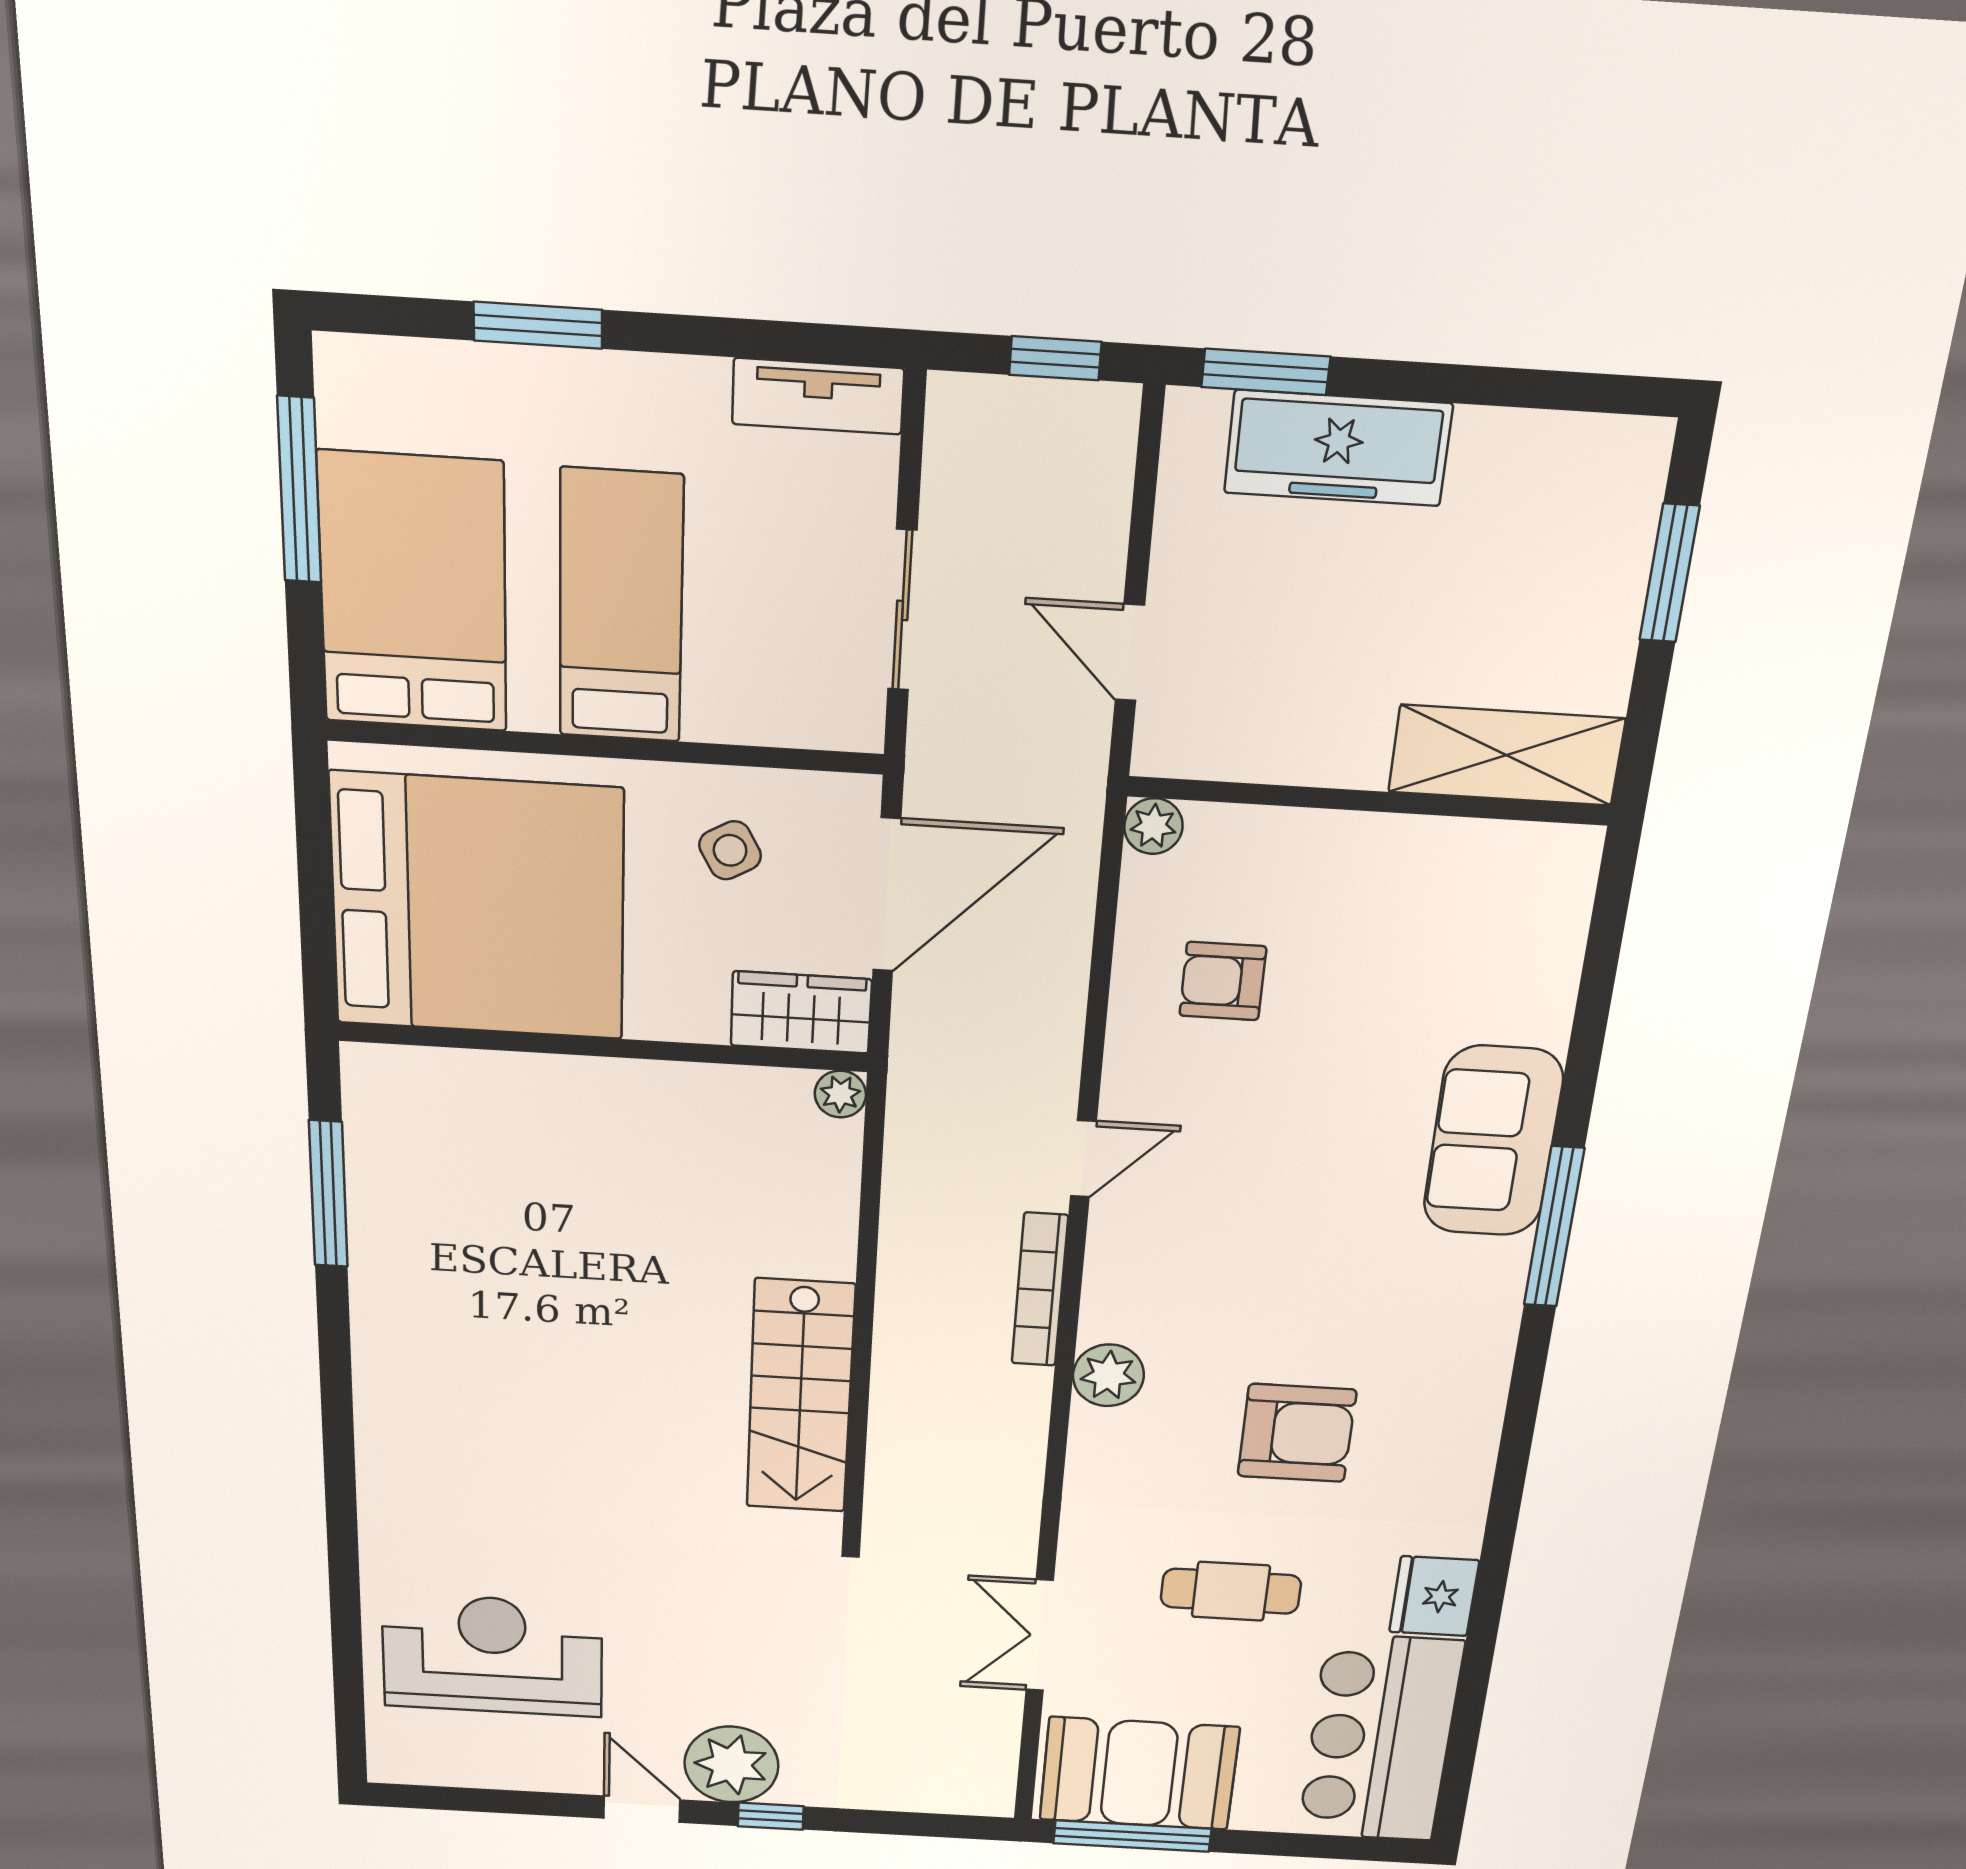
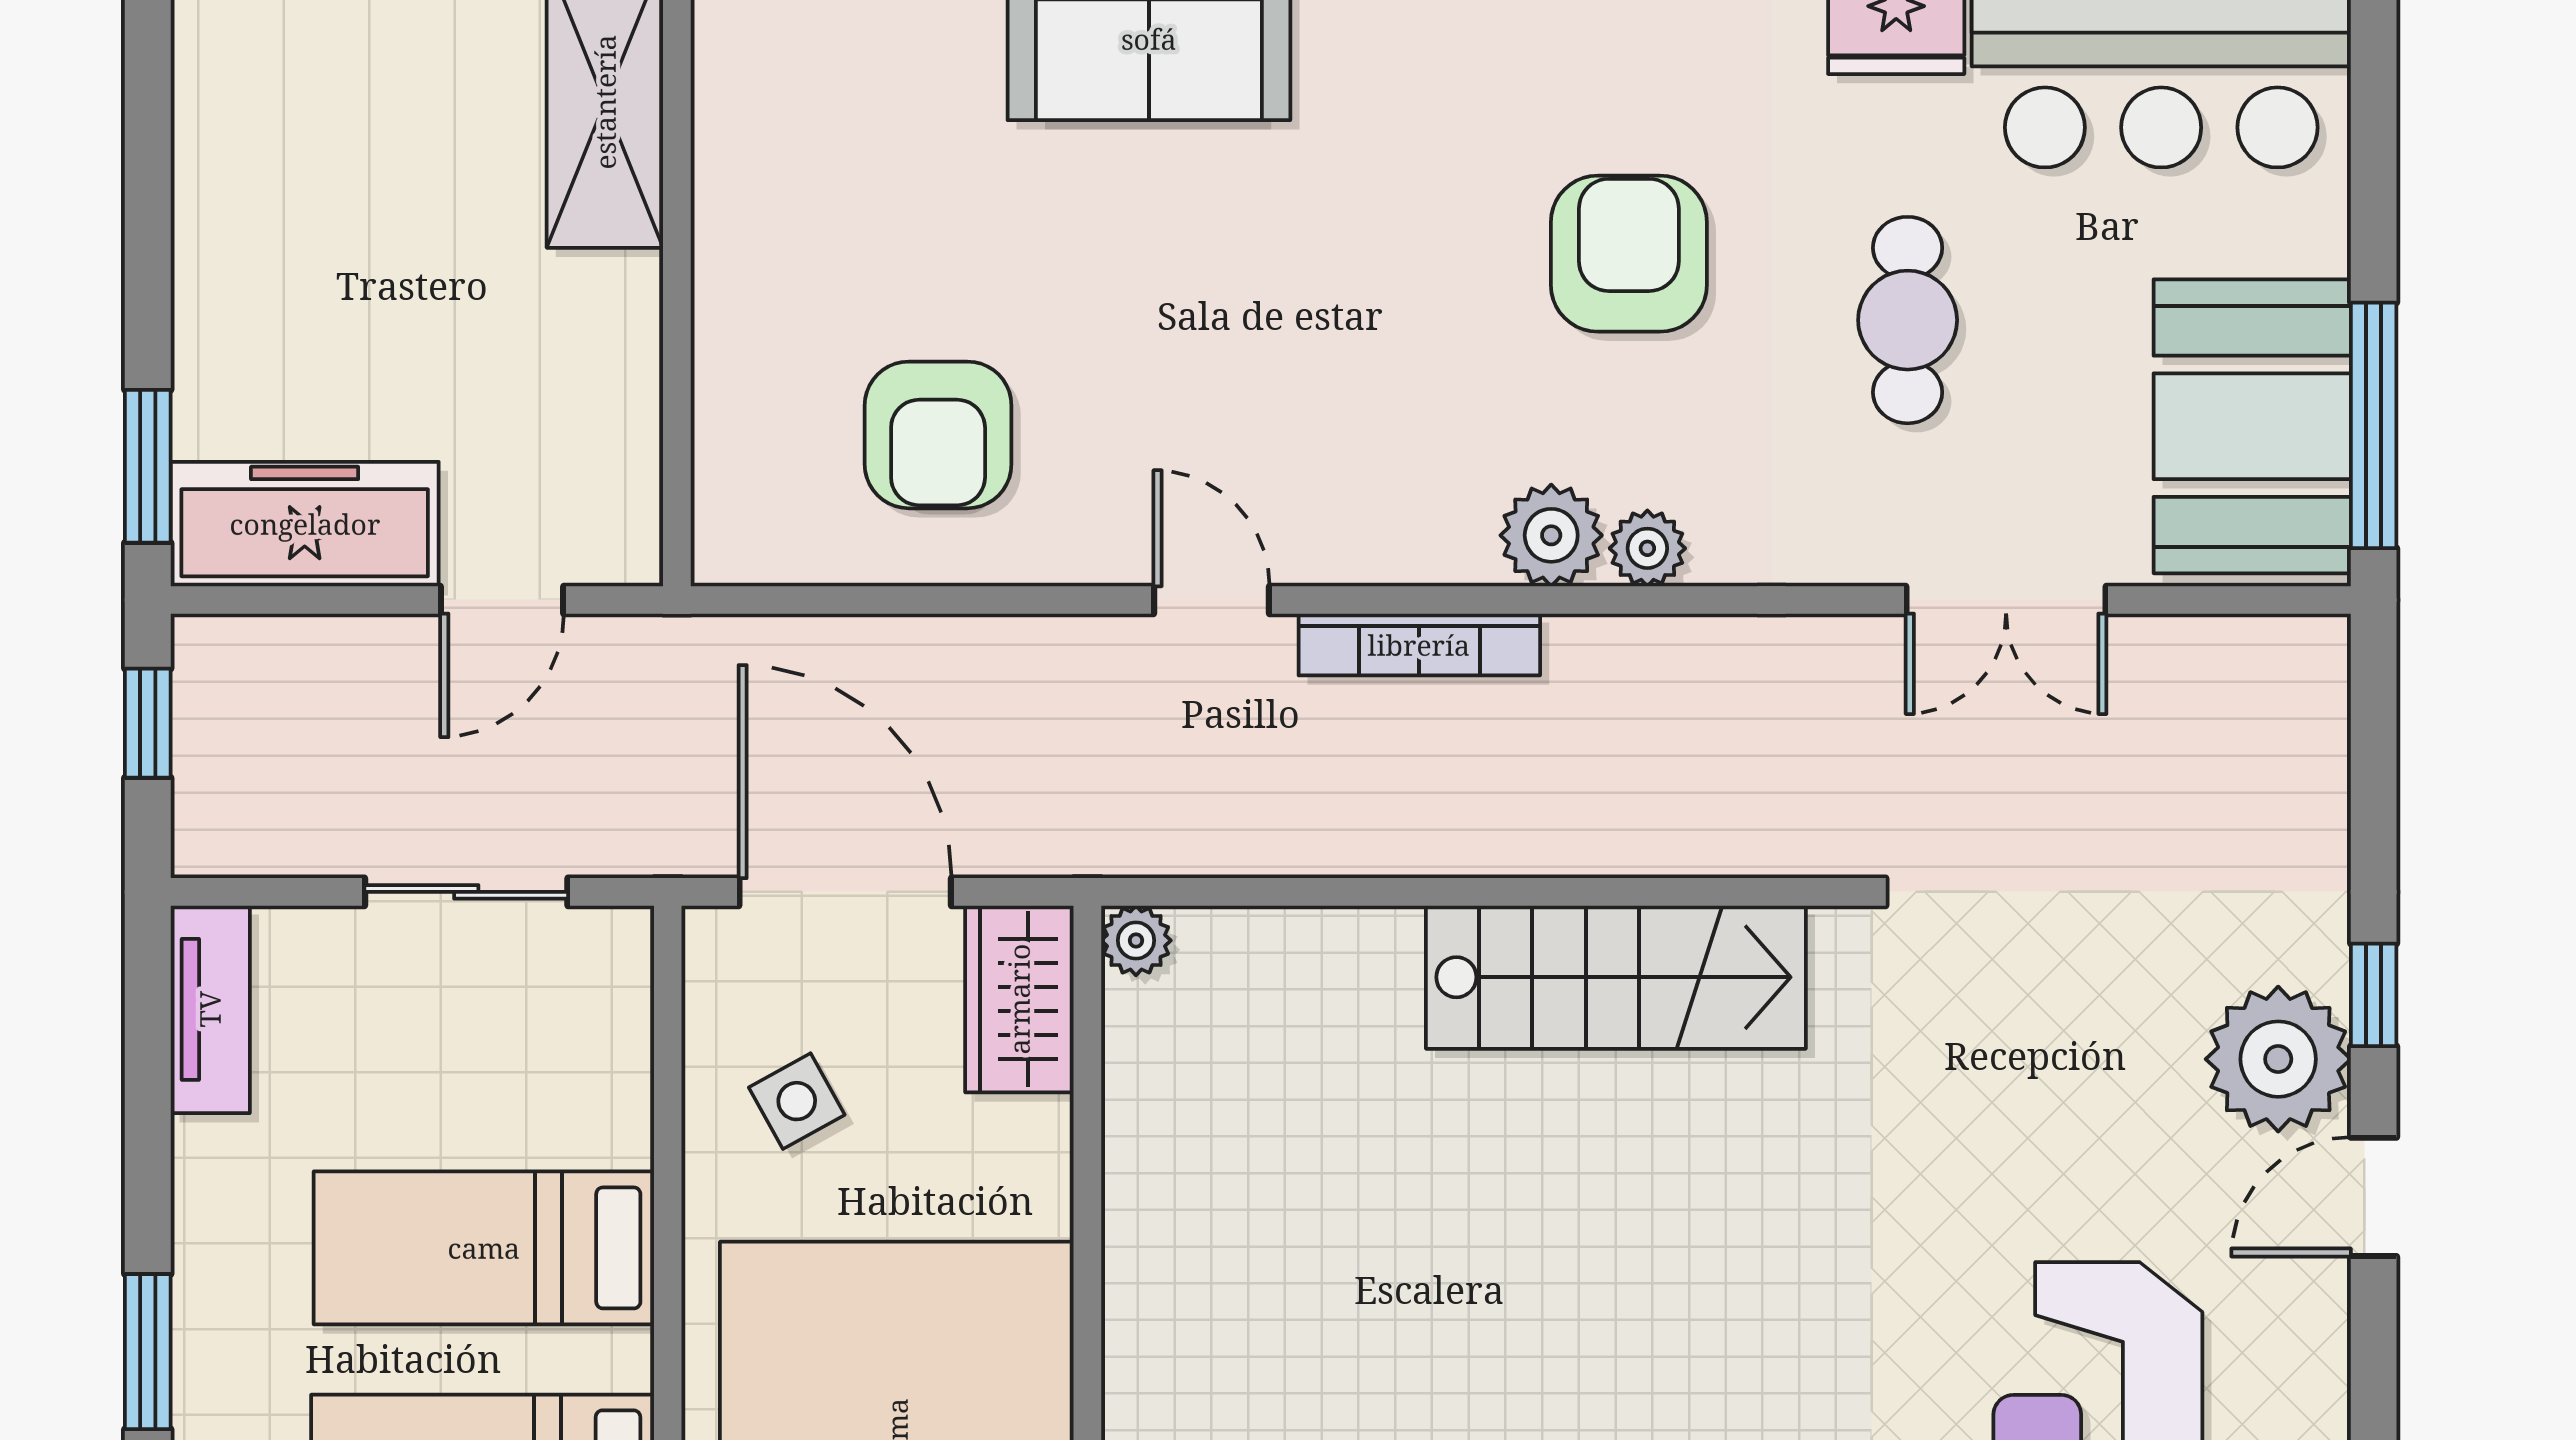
freezer: (1338, 448) -> (305, 524), moved, turned -90
plant: (1153, 826) -> (1647, 548), moved
armchair: (1223, 981) -> (938, 435), width x1.38, depth x1.38

